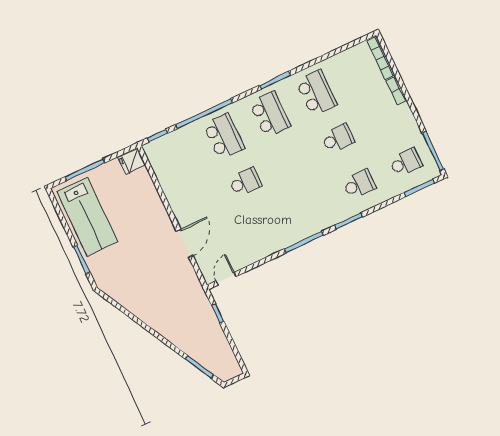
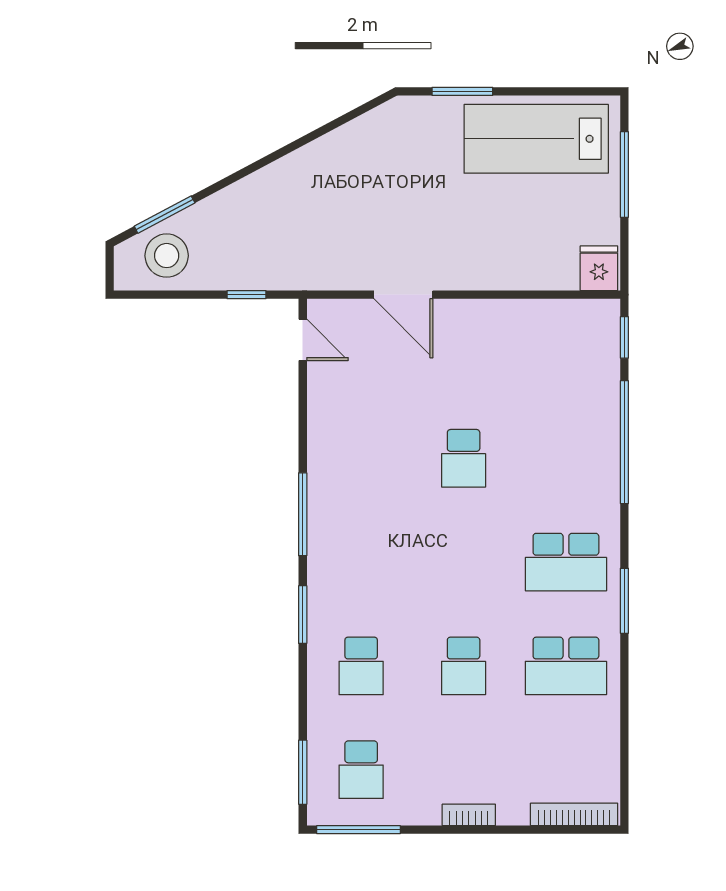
bookcase: (396, 90) -> (469, 815), moved
school desk: (224, 136) -> (566, 458), removed
stool: (217, 357) -> (167, 256), added

